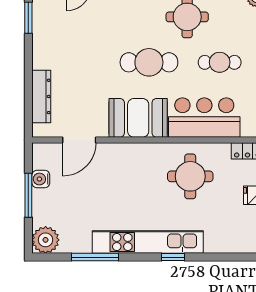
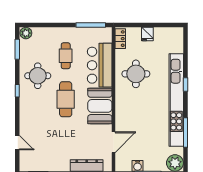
door: (79, 140) -> (114, 142), hinge flipped
kitchen unit: (148, 242) -> (176, 100), width x1.36

